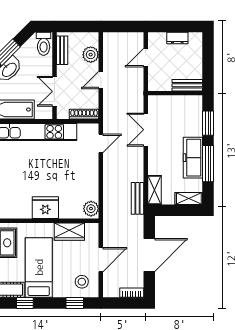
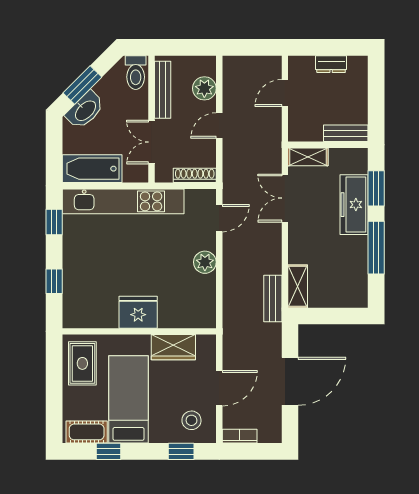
bench: (62, 50) -> (163, 90), width x1.36
freezer: (193, 158) -> (354, 205), moved
shelving: (189, 199) -> (308, 157), moved
plant: (91, 209) -> (205, 262), moved
bookcase: (132, 293) -> (240, 436), moved

